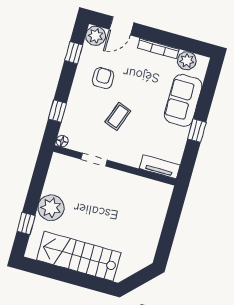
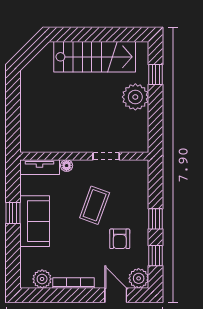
door: (122, 26) -> (116, 295), hinge flipped
sofa: (183, 100) -> (35, 221), moved
window: (57, 111) -> (156, 219), moved
coffee table: (118, 116) -> (95, 205), width x1.36, depth x1.30
floor lamp: (62, 141) -> (67, 166), moved

